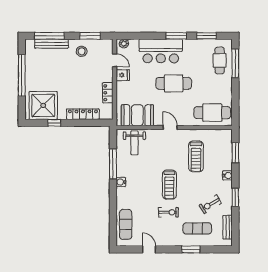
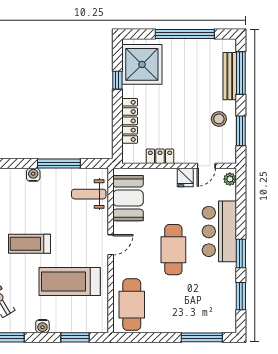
cafe table: (220, 60) -> (206, 315), removed
treadmill: (196, 156) -> (70, 281), width x1.37, depth x1.38

